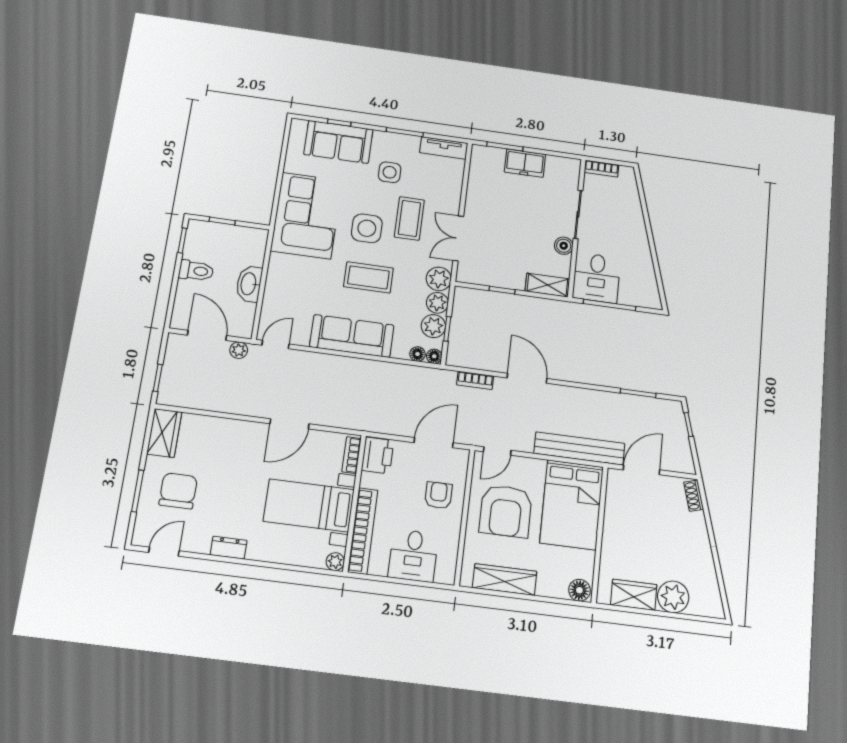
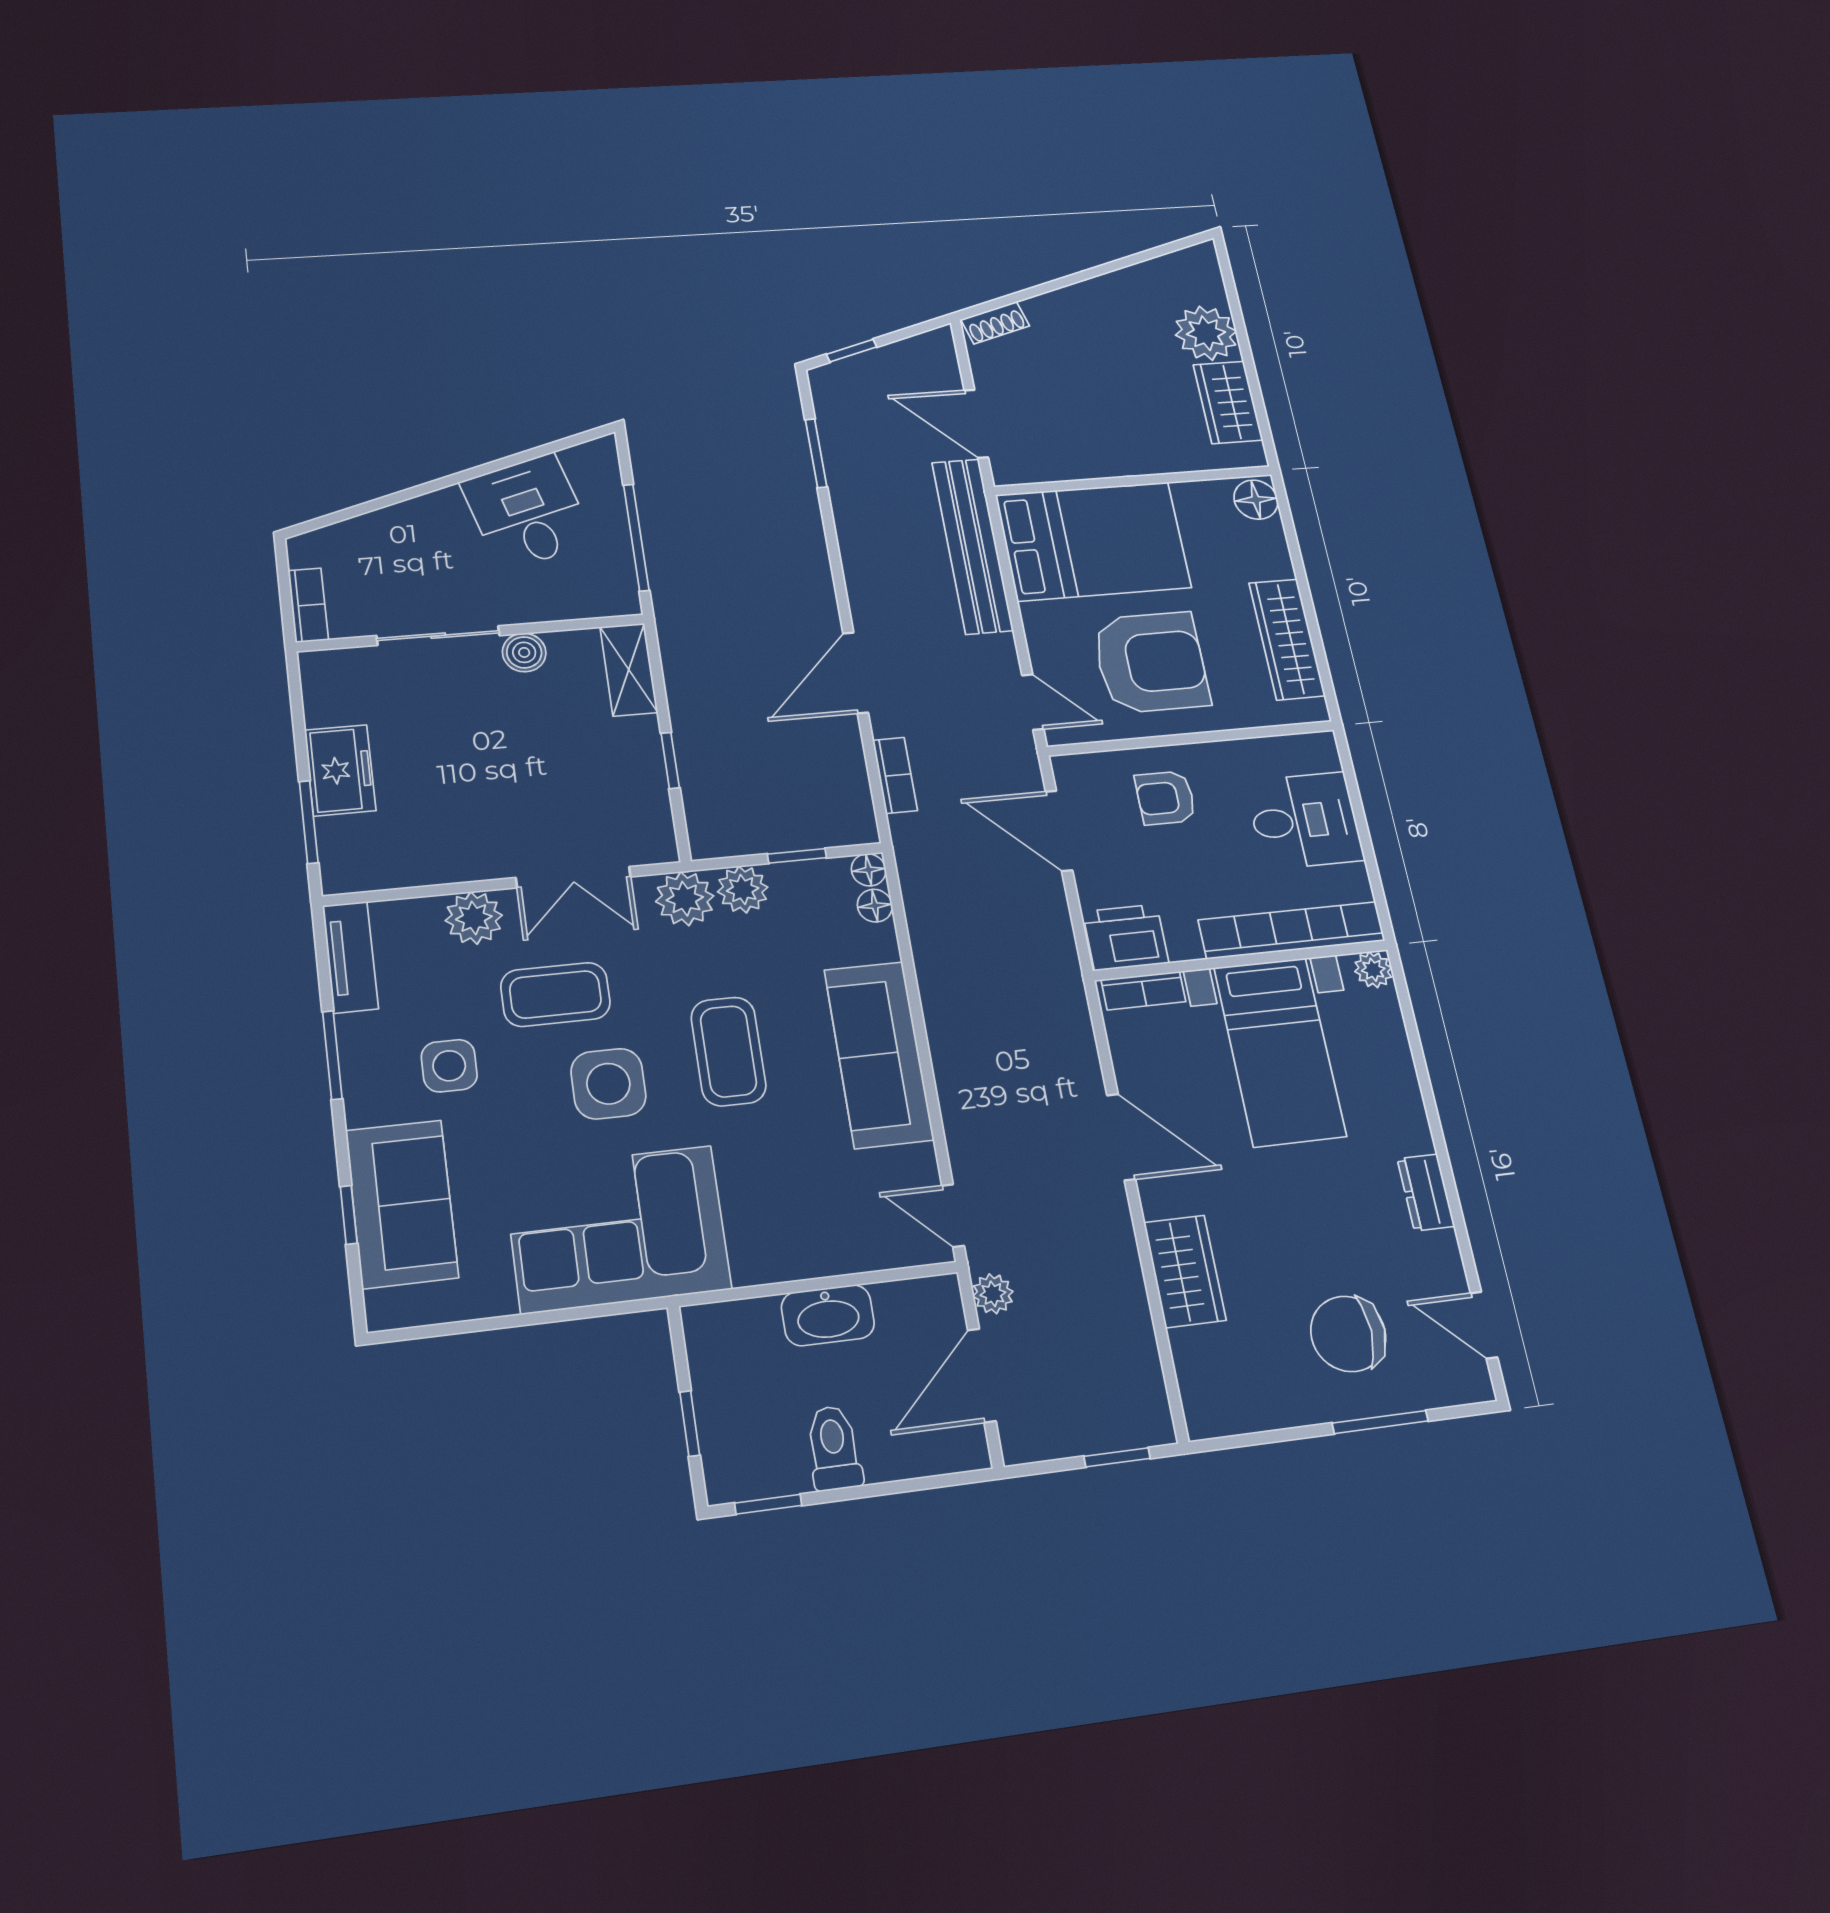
desk: (596, 278) -> (527, 512), moved, turned -106
plant: (433, 326) -> (474, 918), moved
wardrobe: (164, 433) -> (1185, 1271), moved, turned 90

